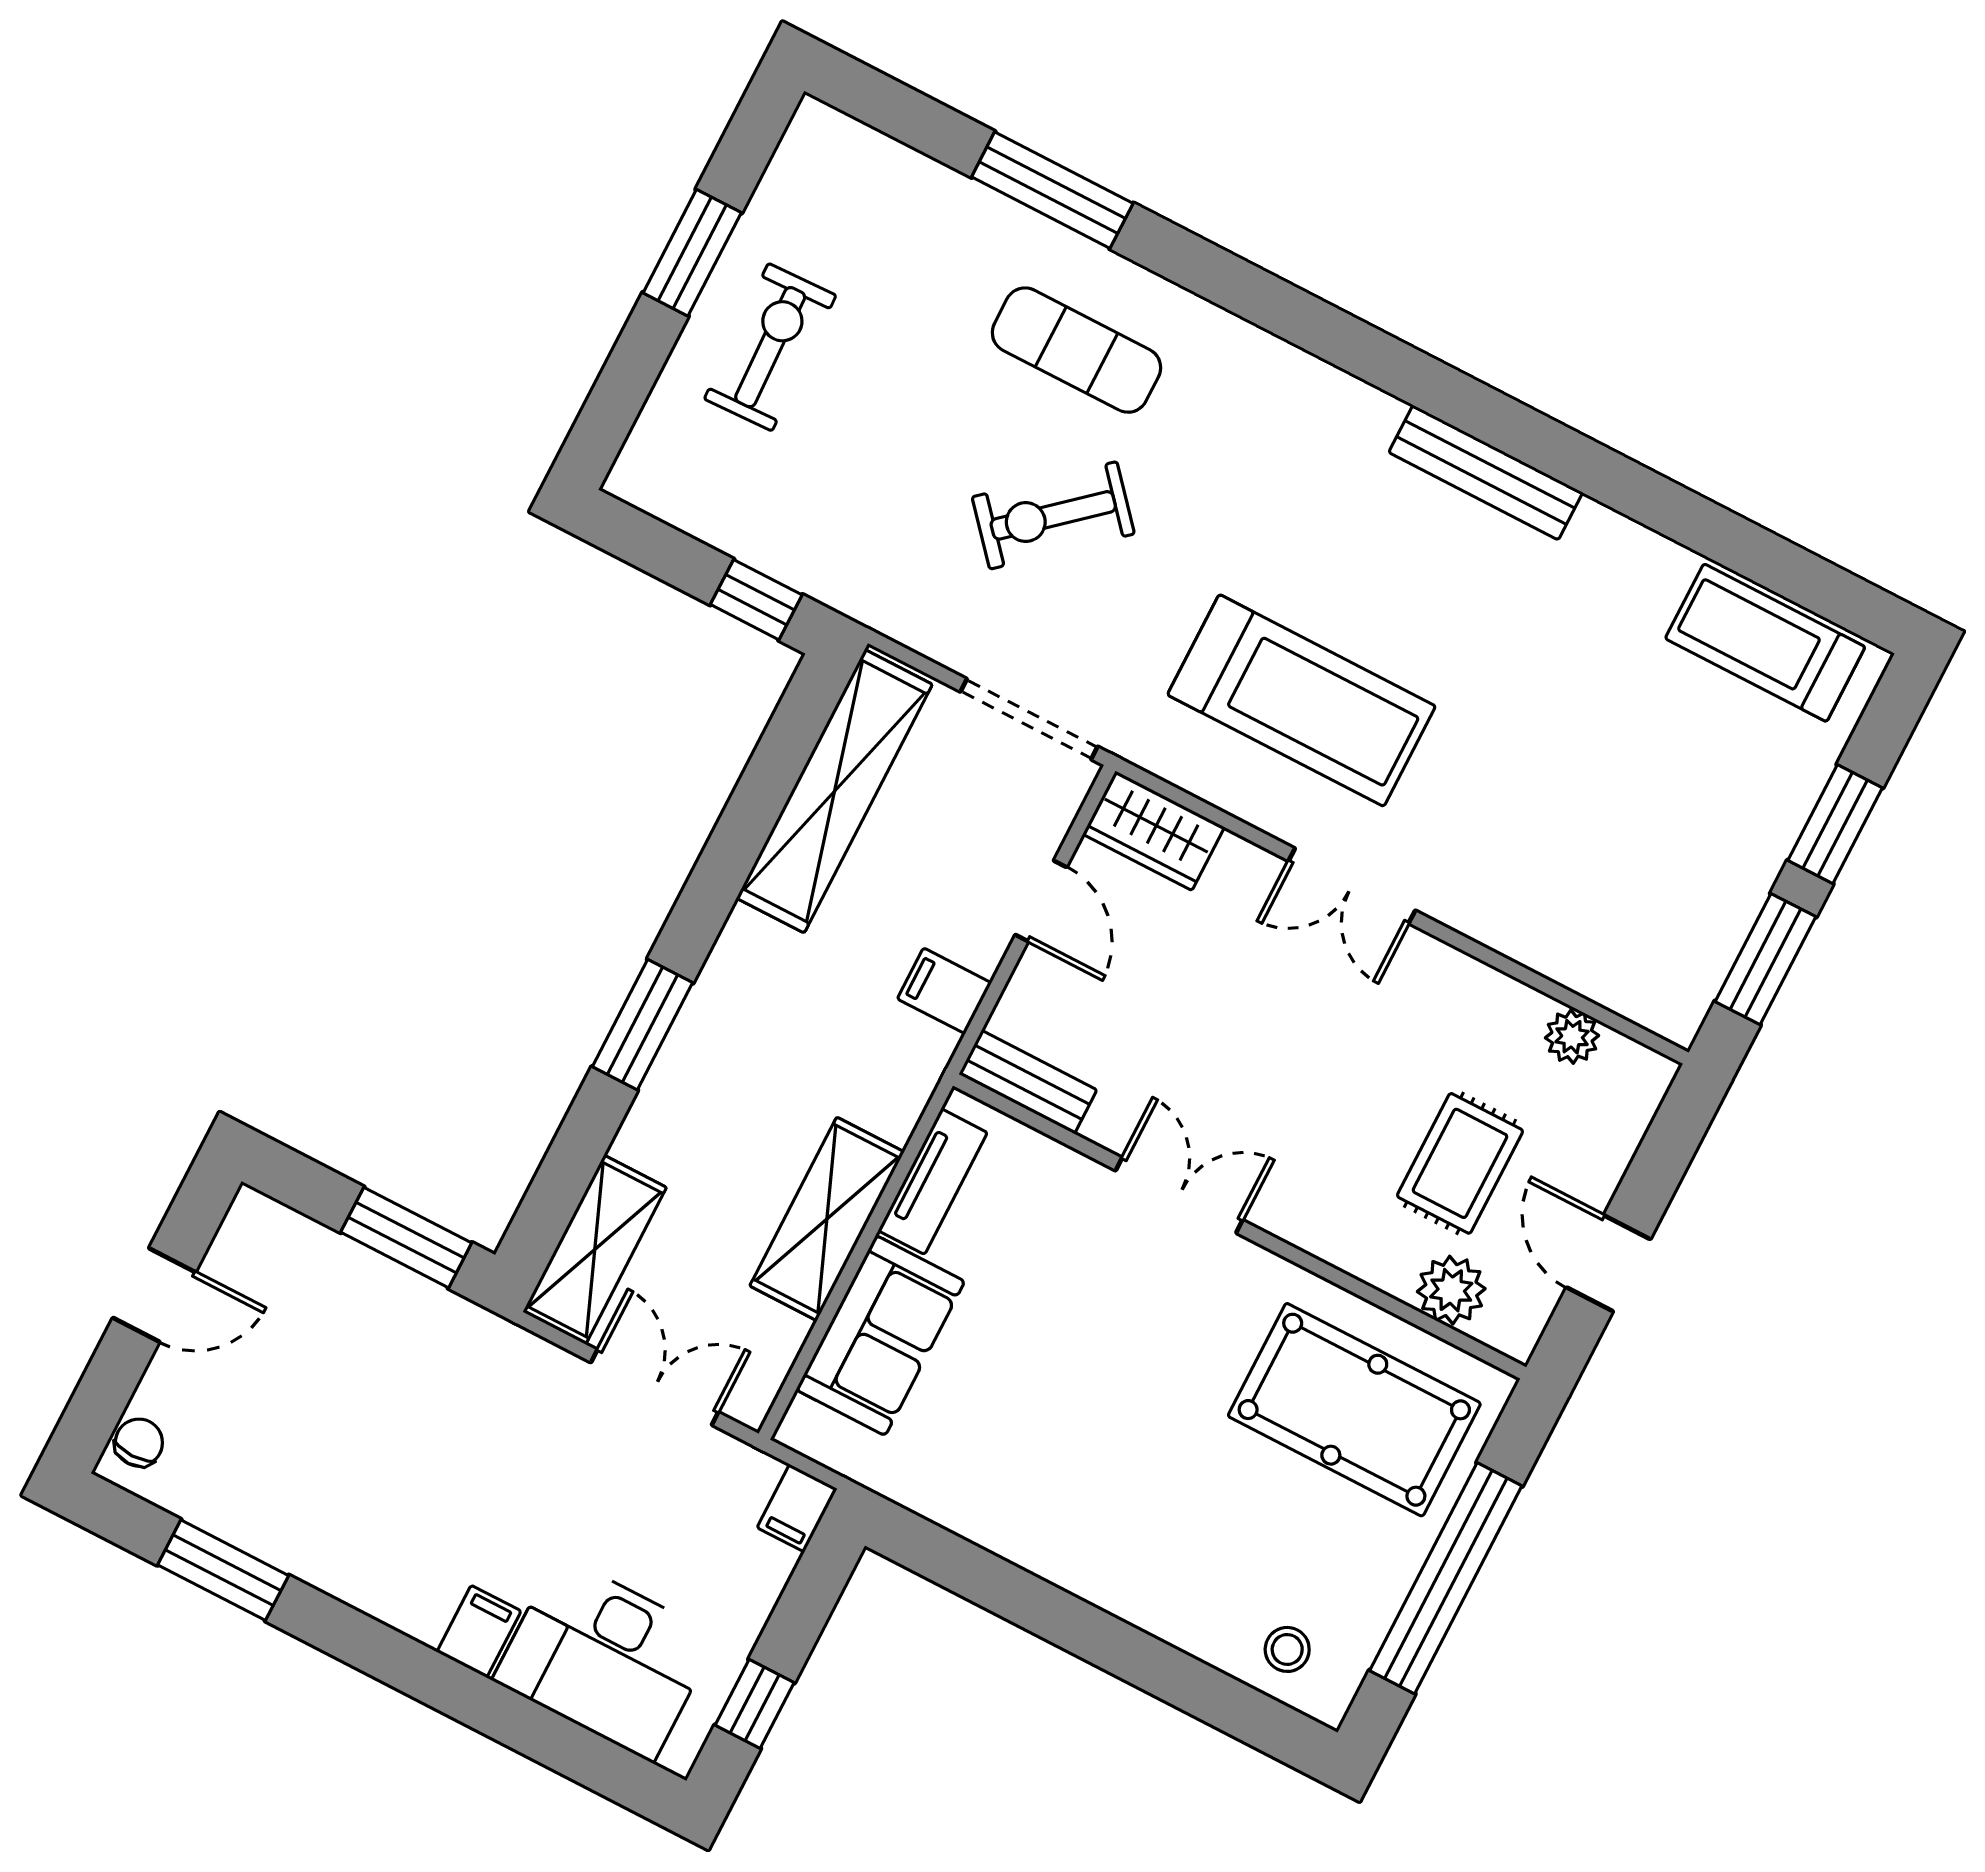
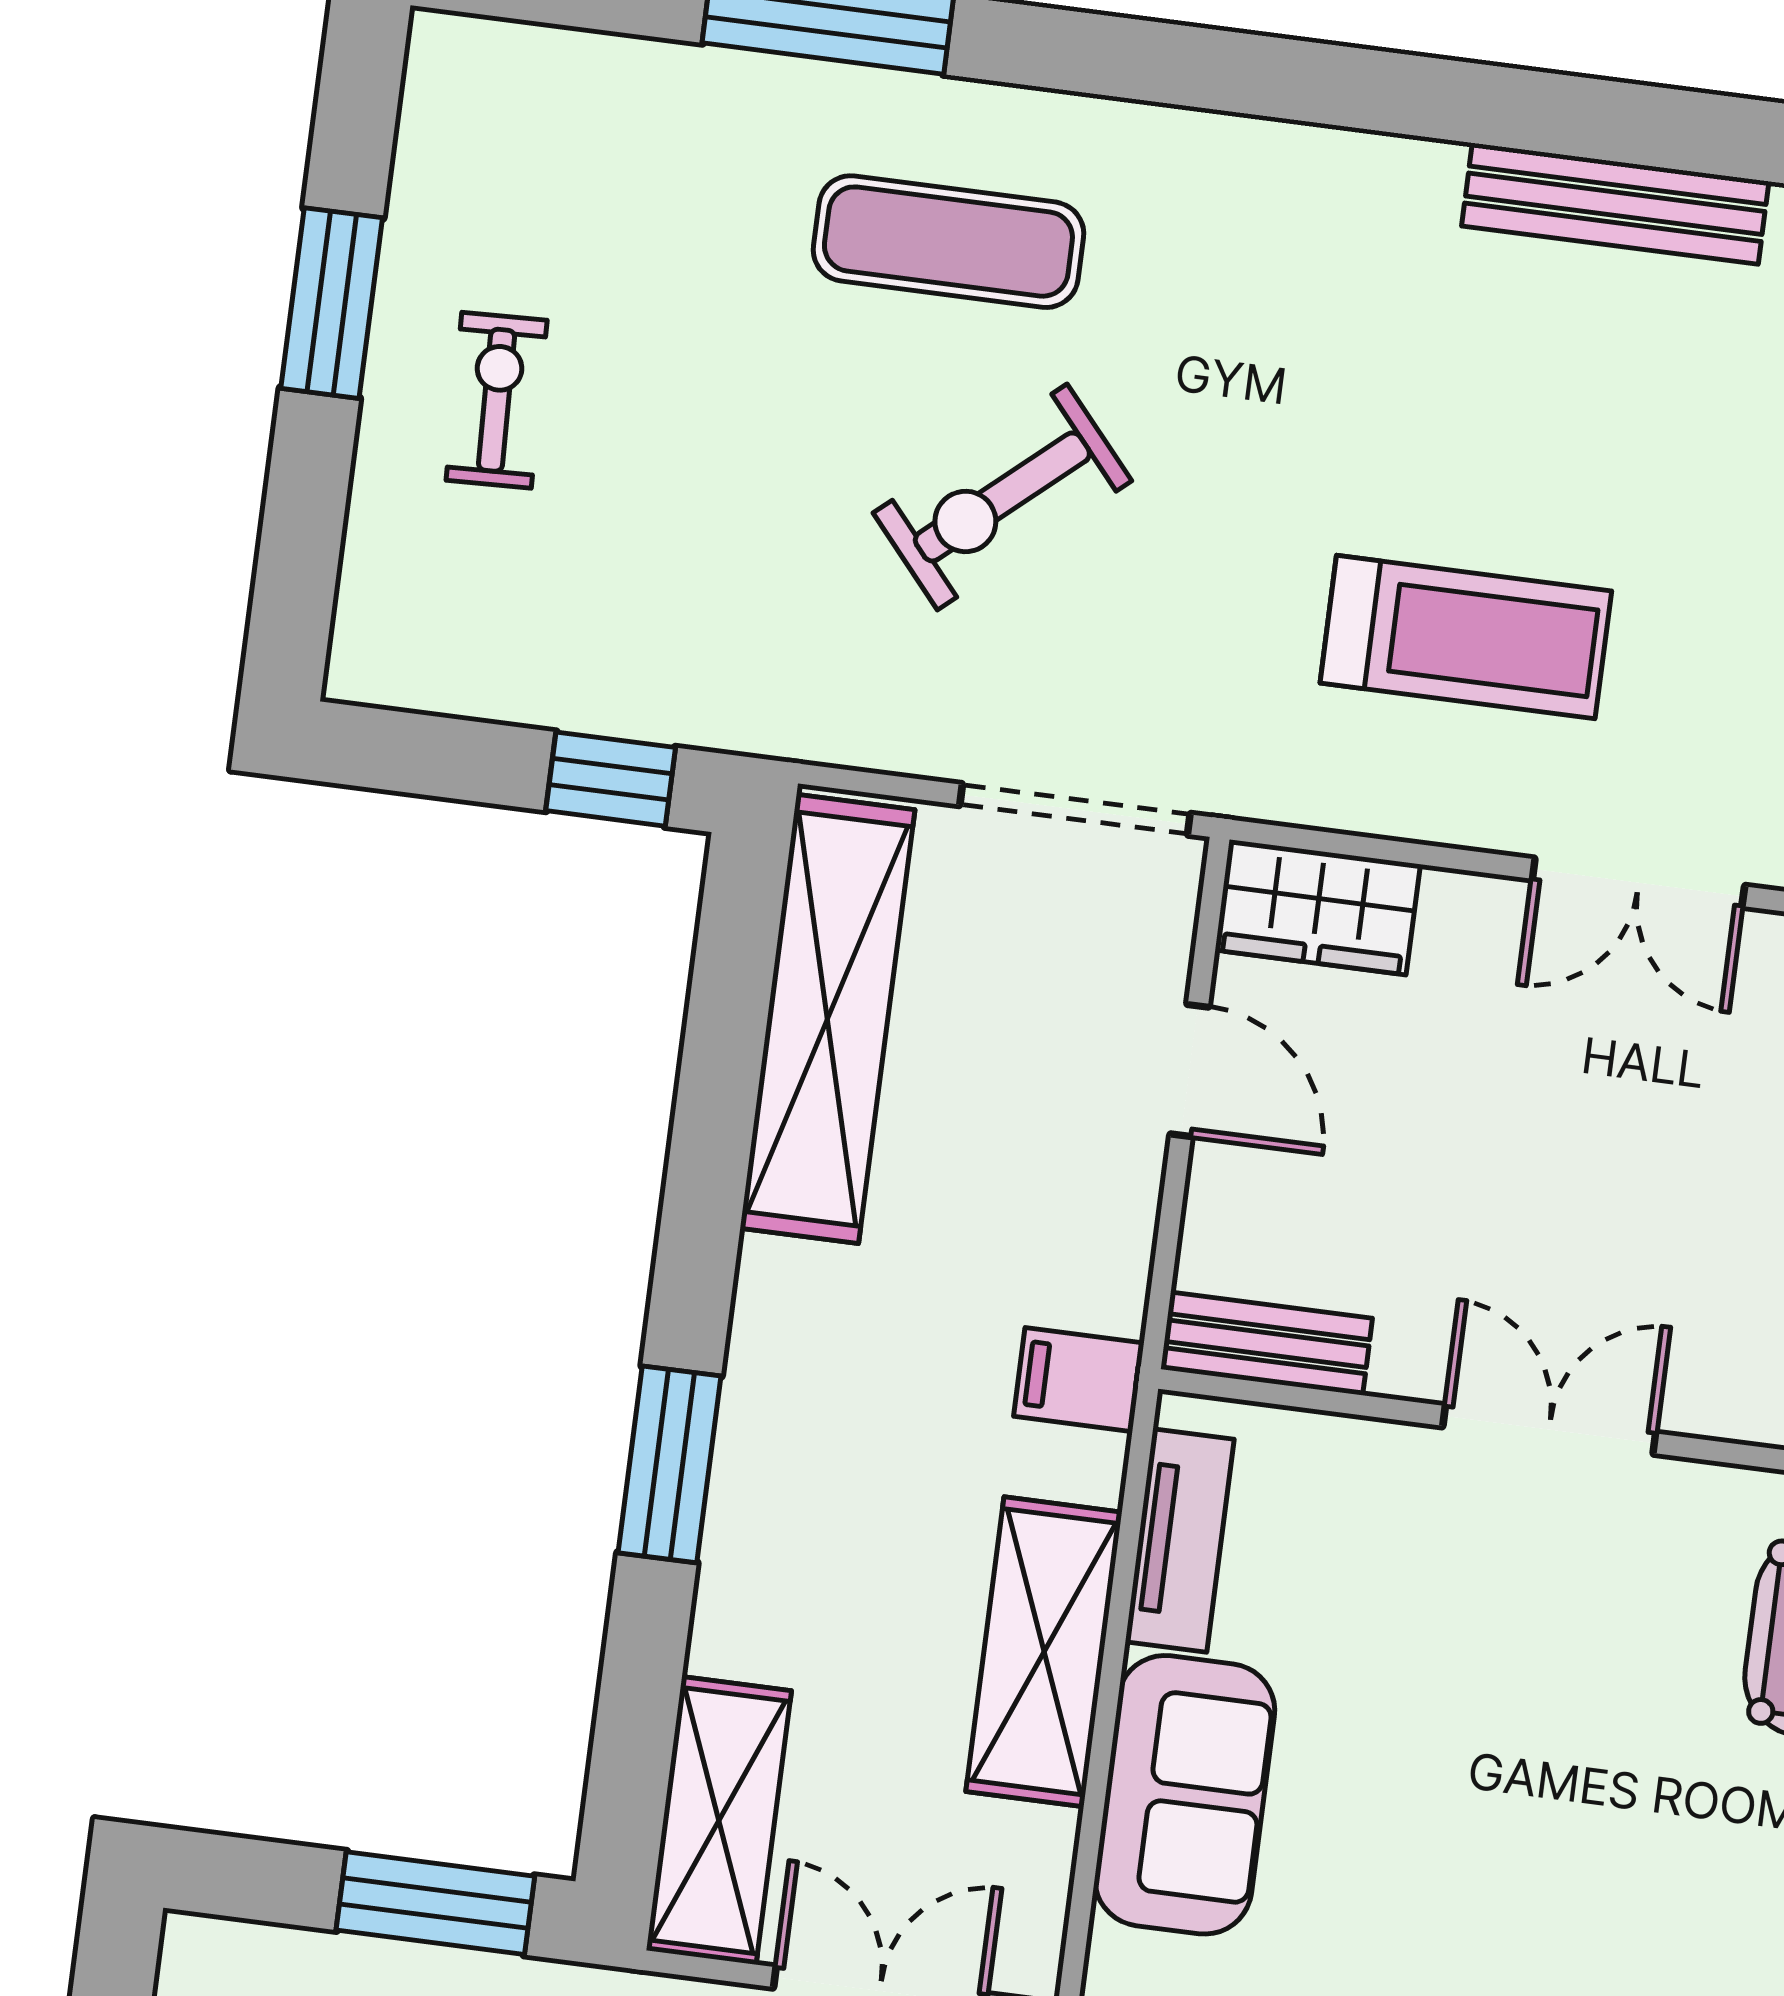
exercise bike: (770, 347) -> (497, 400), width x0.73, depth x0.72
treadmill: (1302, 700) -> (1466, 637), width x0.73, depth x0.73
filing cabinet: (944, 991) -> (1079, 1380), moved

